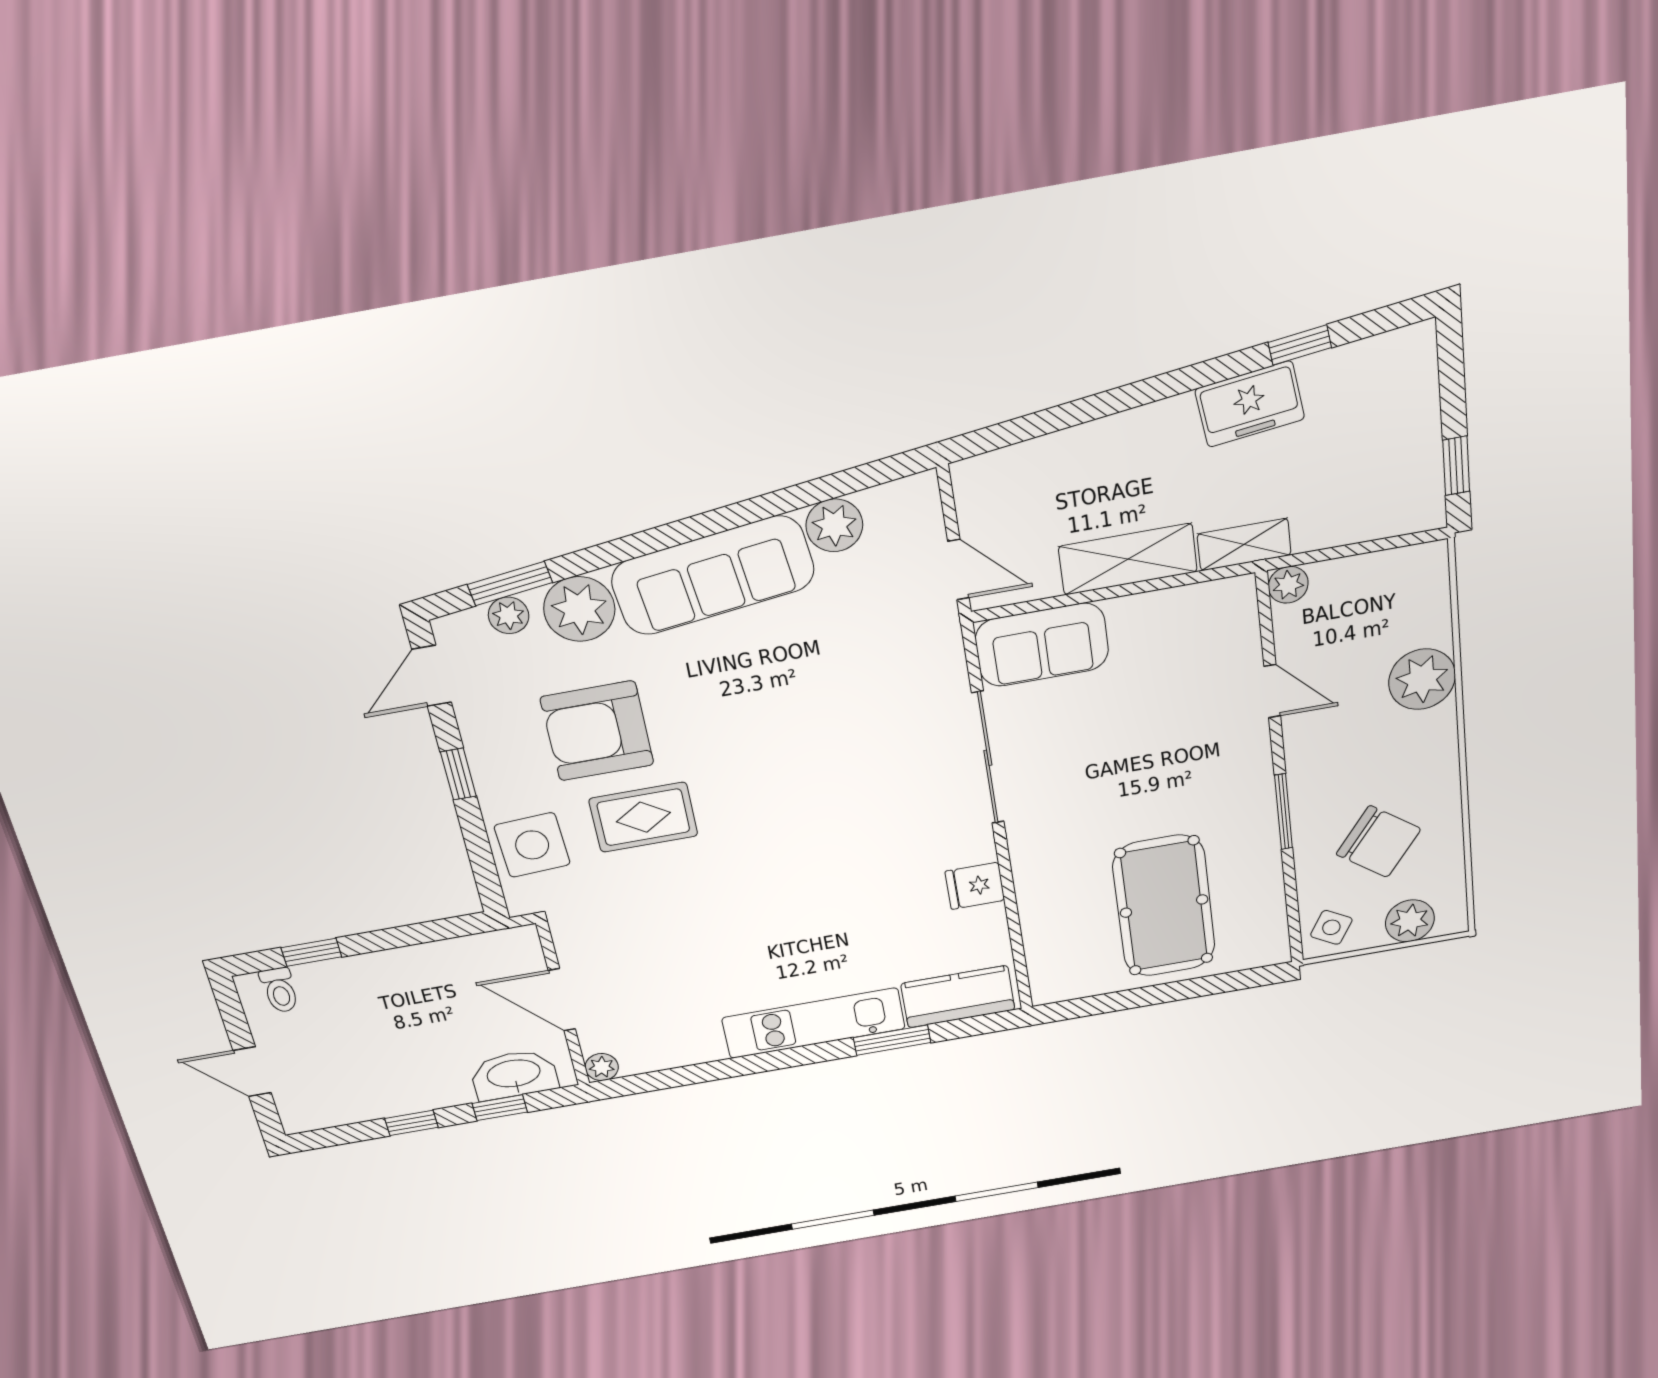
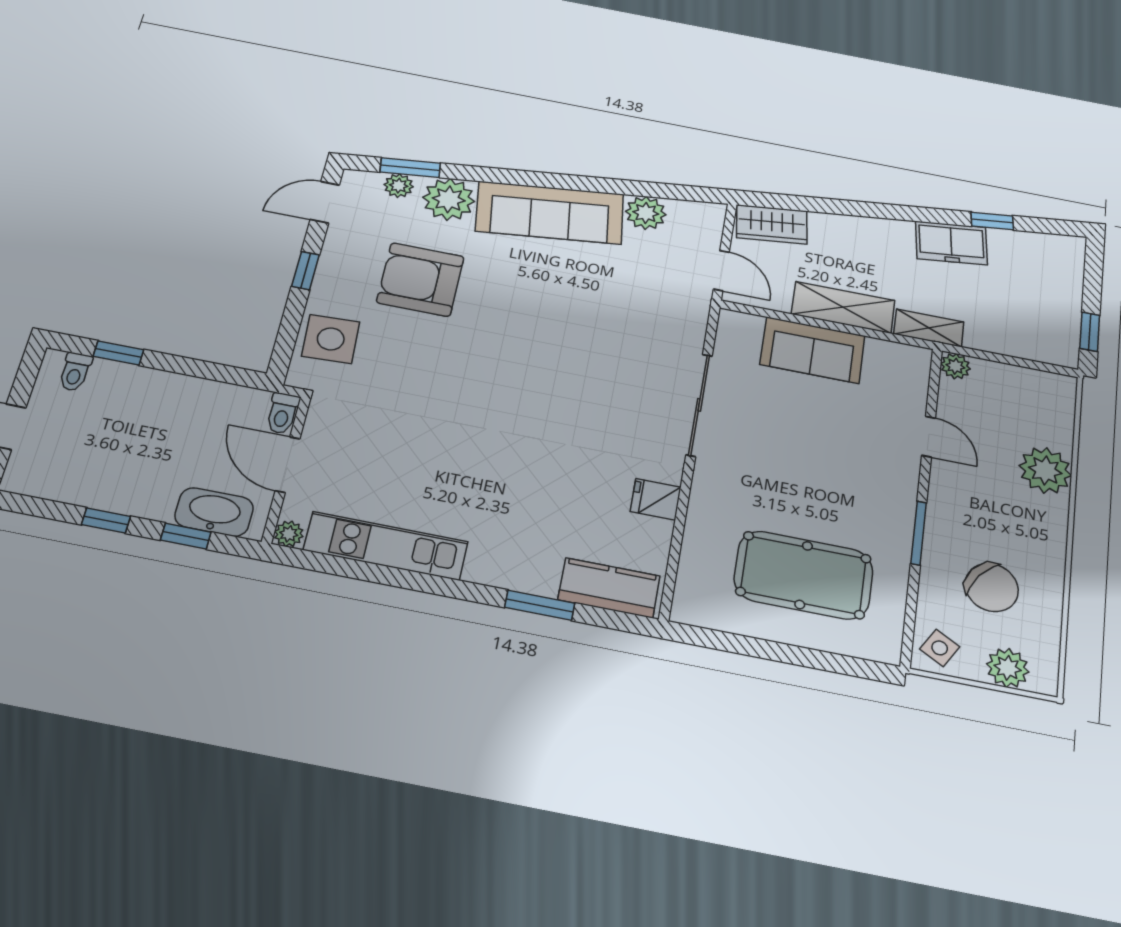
wardrobe: (1003, 475) -> (772, 224), added
sofa: (1042, 645) -> (813, 350), moved
rug: (643, 817) -> (423, 351), removed
pool table: (1164, 906) -> (804, 575), turned 90
toilet: (526, 948) -> (282, 413), added
kitchen unit: (814, 1023) -> (386, 546), moved

